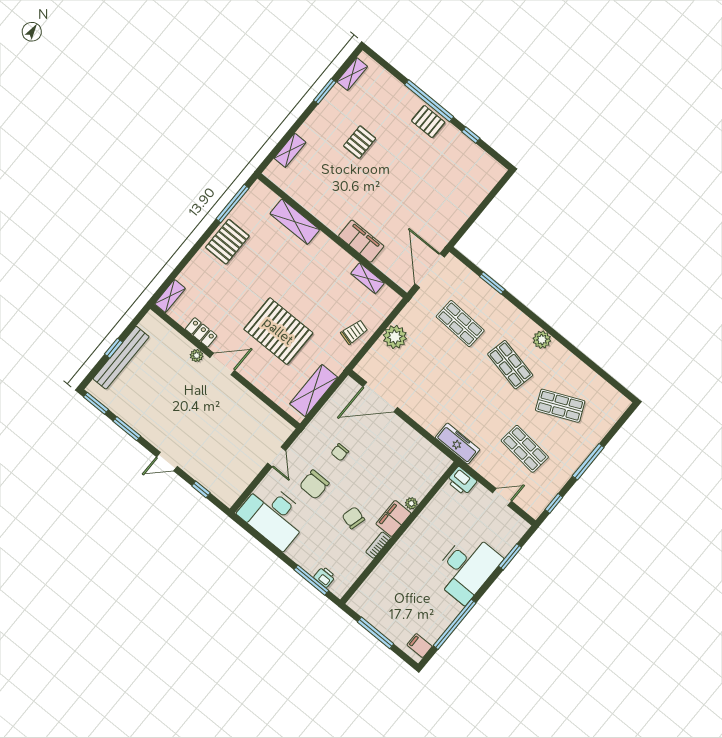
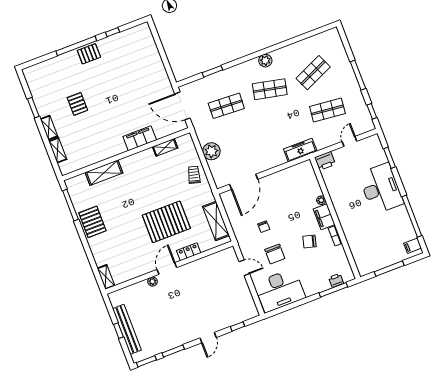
shelving: (352, 74) -> (49, 128), moved
locker: (201, 332) -> (189, 252), moved

